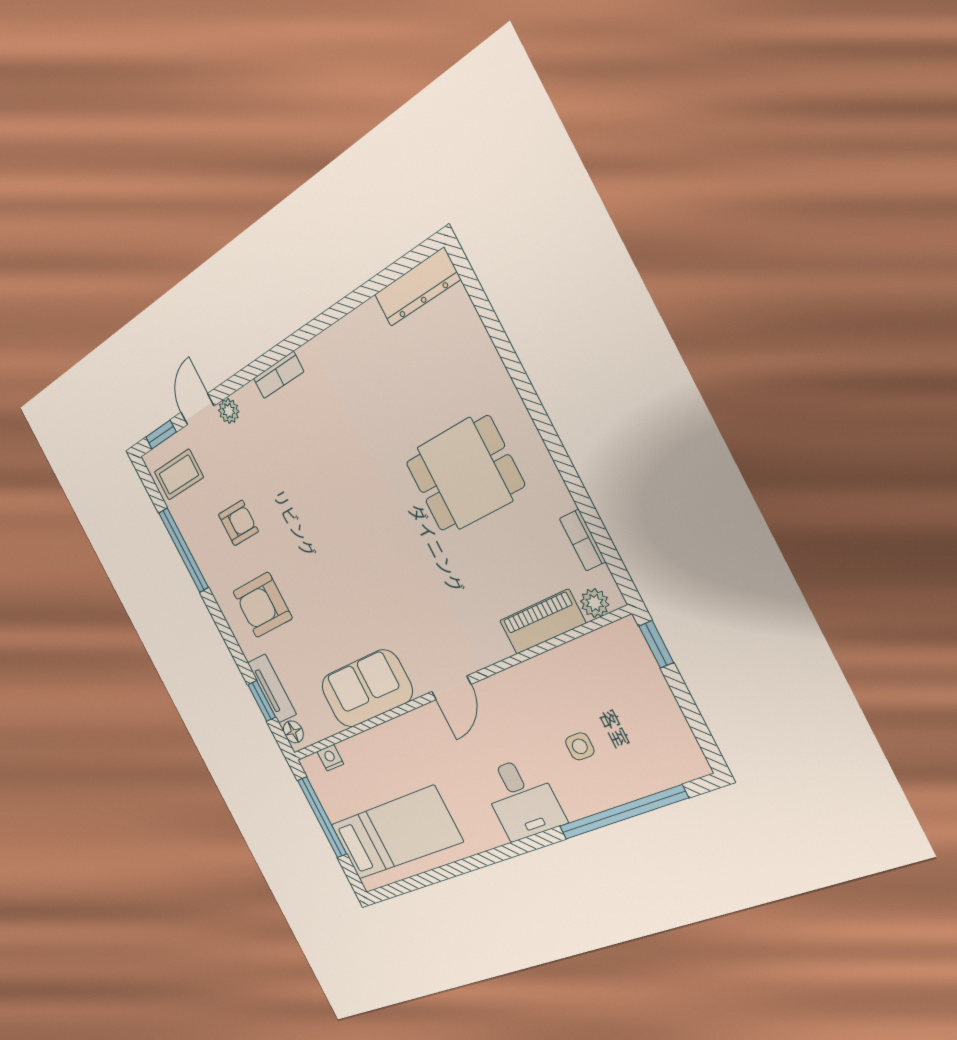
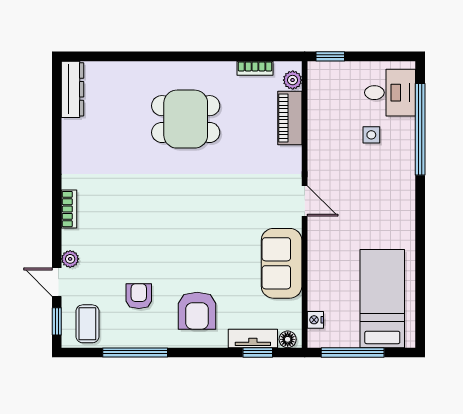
dining table: (465, 474) -> (186, 119), turned 90
desk: (522, 799) -> (390, 93), moved

